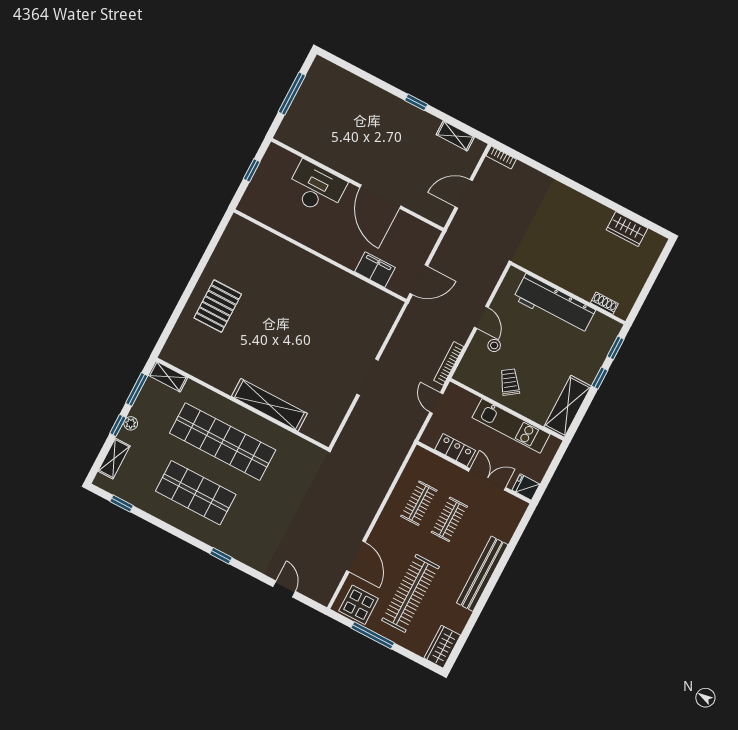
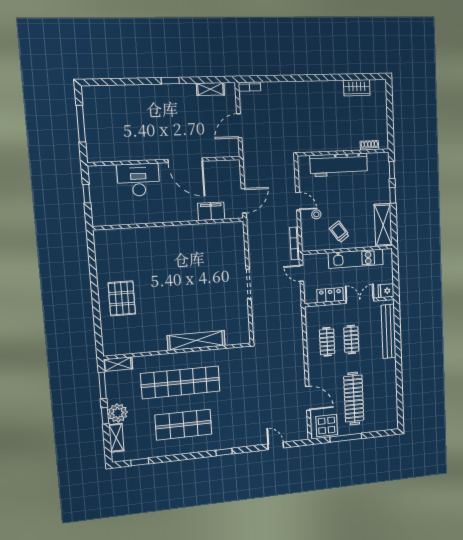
plant: (131, 423) -> (118, 413), width x1.87, depth x1.87
bench: (482, 574) -> (389, 331), moved
wardrobe: (442, 647) -> (391, 417), removed

